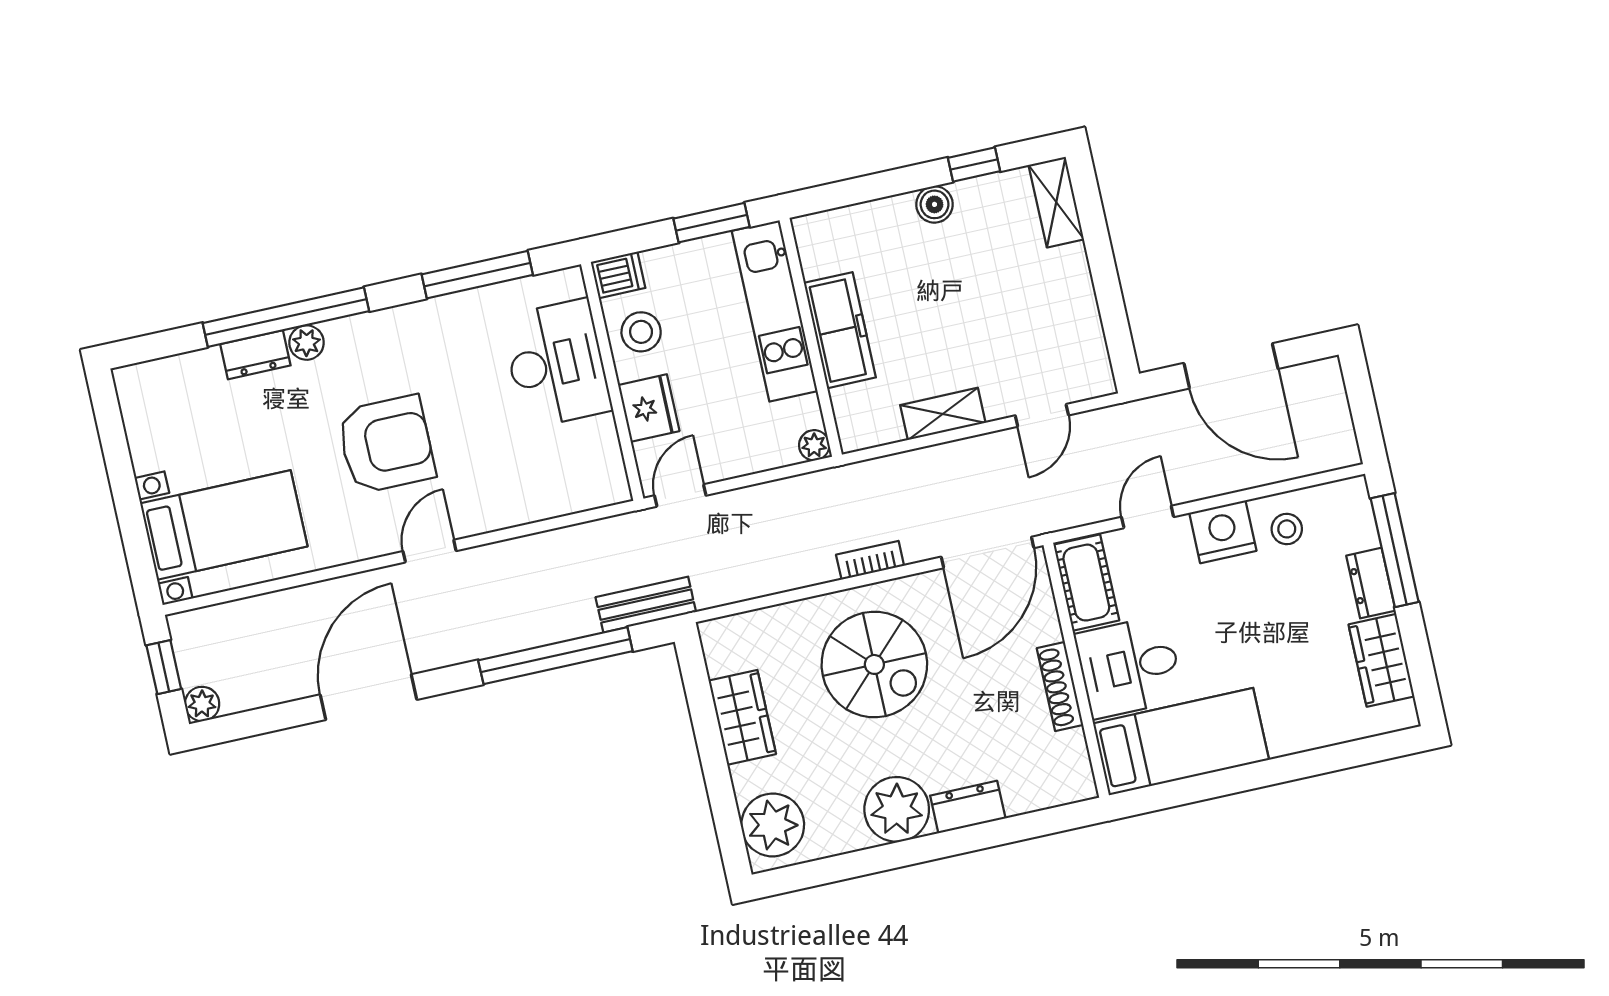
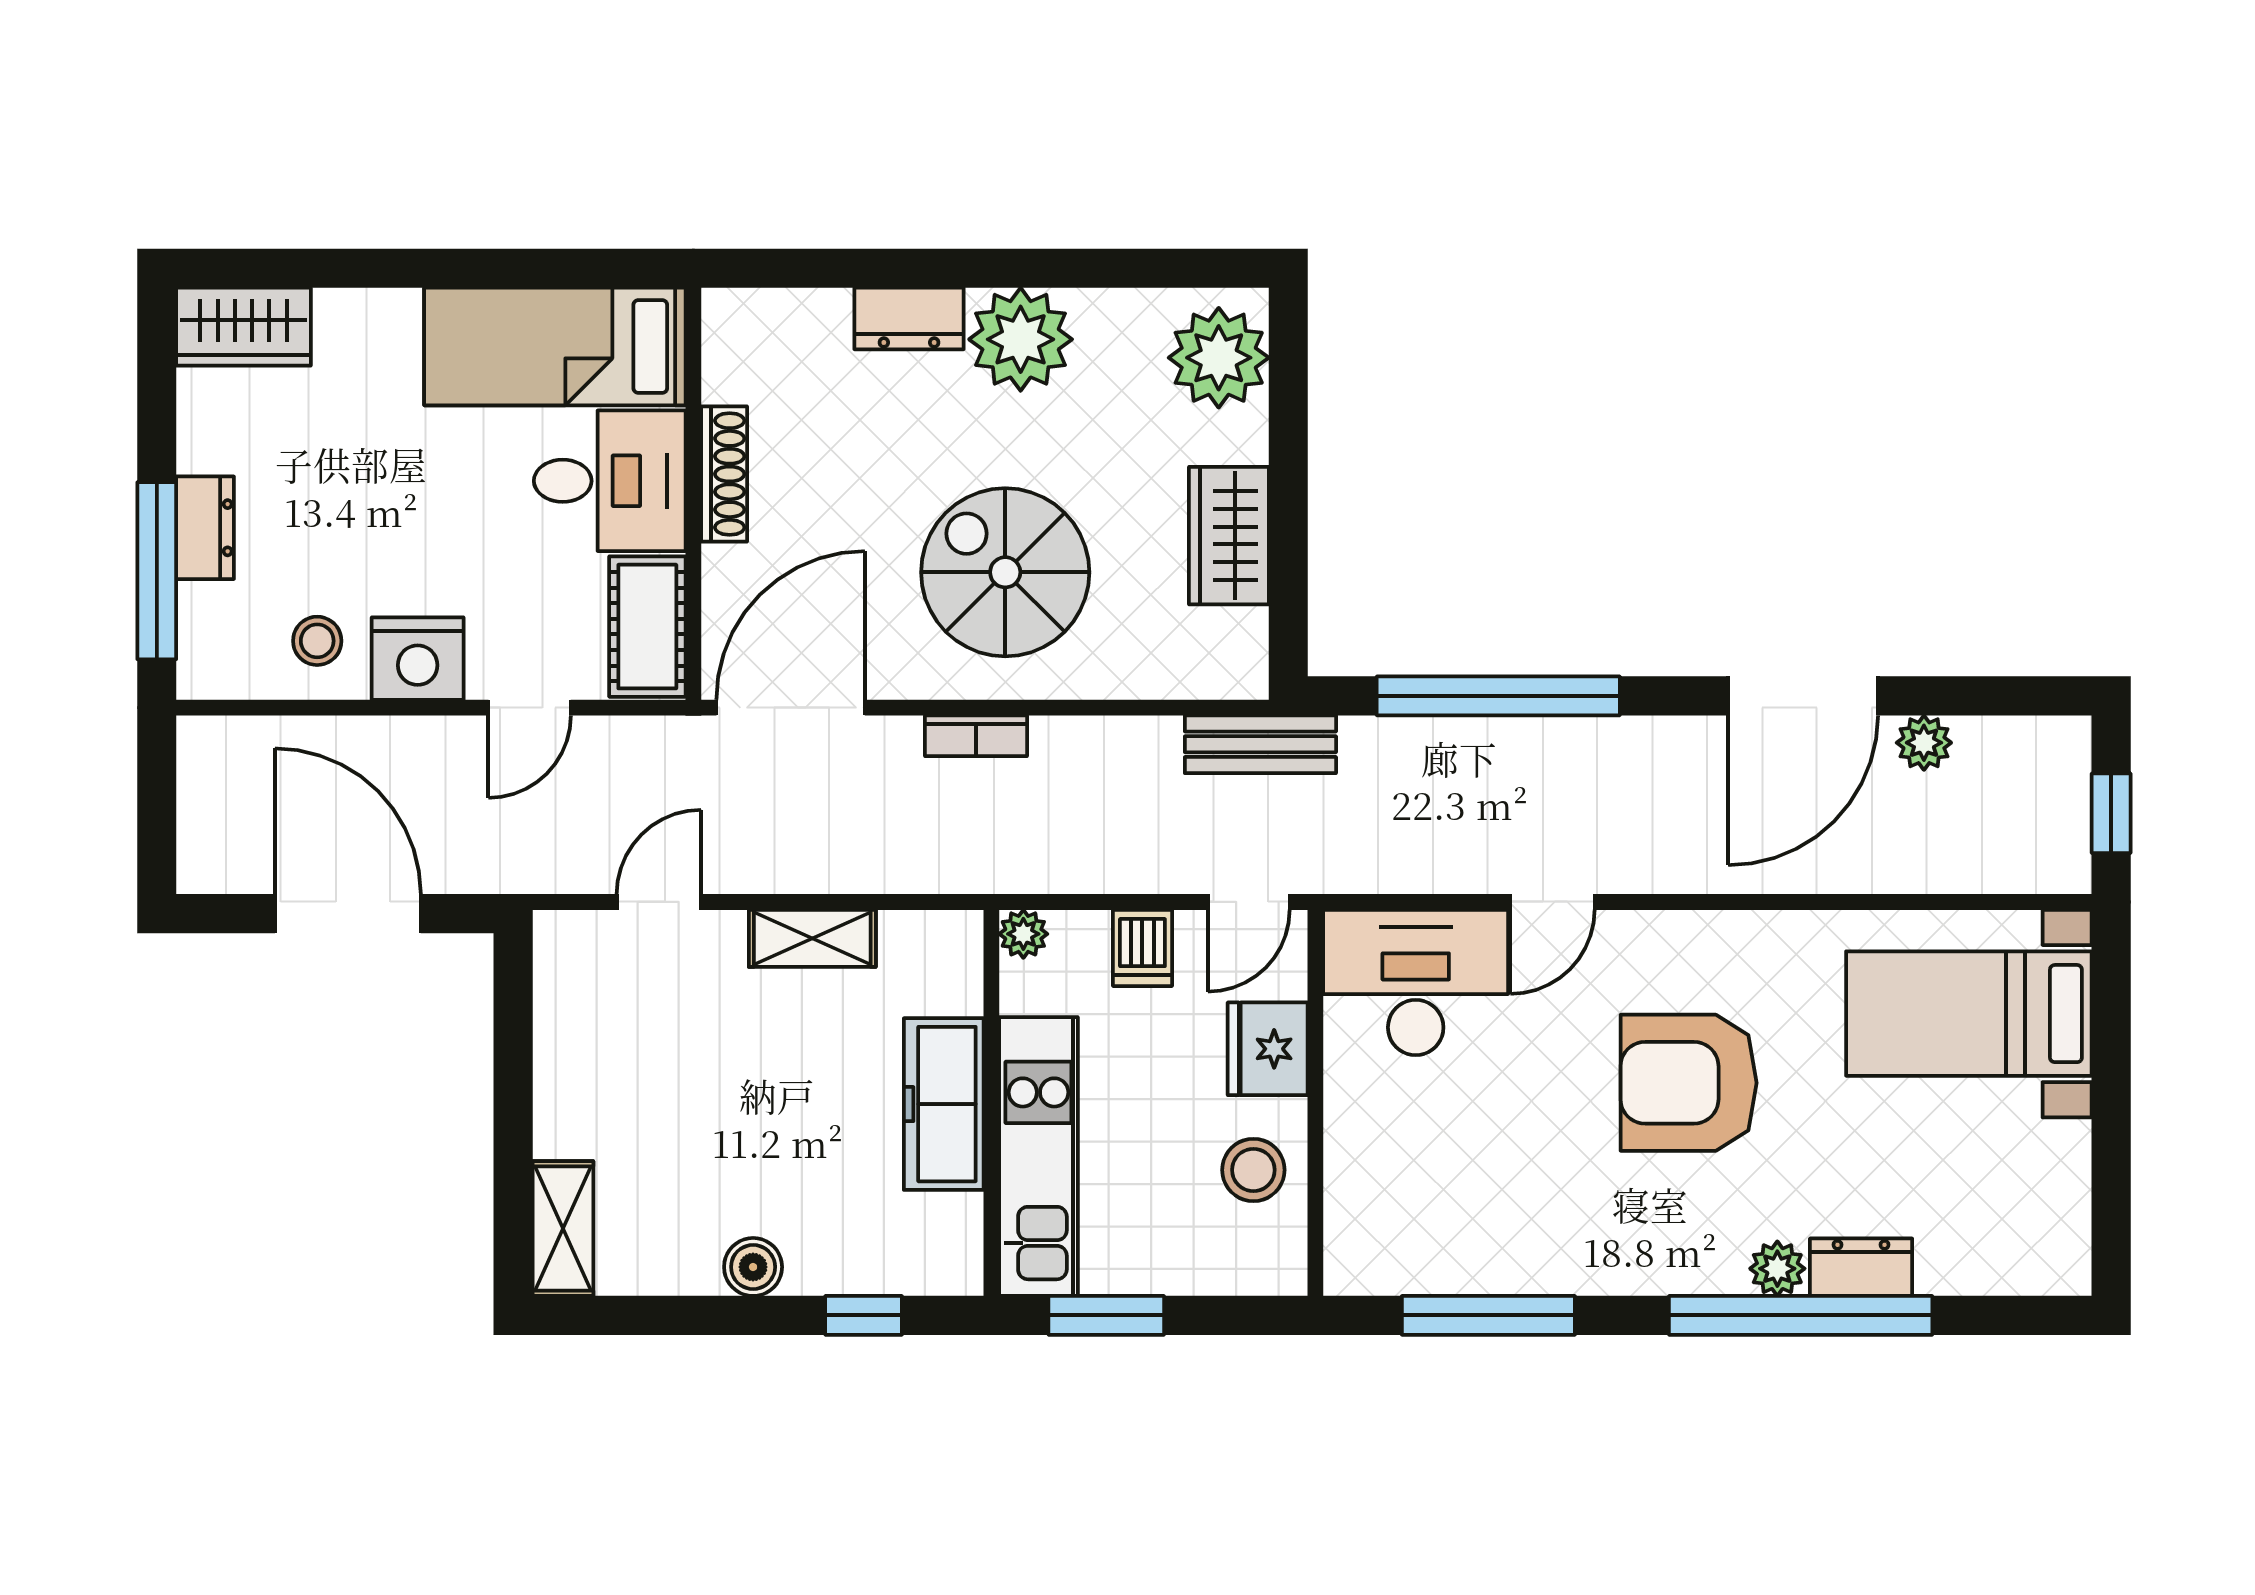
window: (974, 165) -> (864, 1315), moved
dishwasher: (618, 275) -> (1142, 948), moved, turned -90
desk: (556, 364) -> (1416, 982), moved, turned 90
door: (430, 551) -> (1553, 902), moved
bench: (646, 605) -> (1260, 744), moved
wardrobe: (1381, 660) -> (243, 327), moved, turned 90
plant: (202, 704) -> (1924, 743), moved

